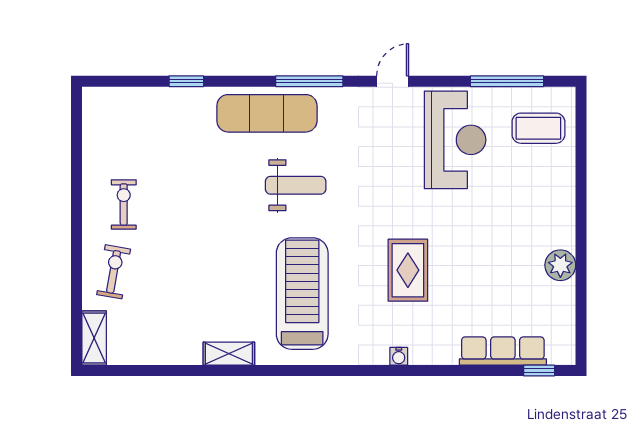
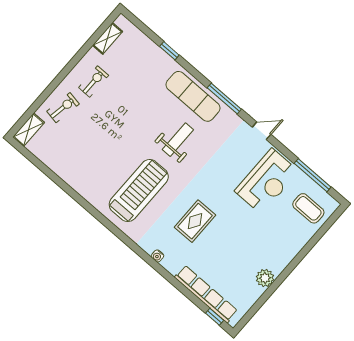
weight bench: (296, 185) -> (178, 140), turned -90
row of seats: (503, 351) -> (206, 294), width x1.36
shelving: (229, 354) -> (107, 38), moved, turned 90

